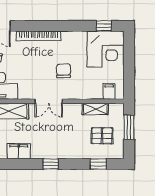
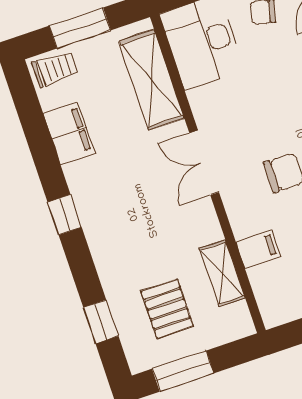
filing cabinet: (109, 91) -> (258, 249), moved
window: (129, 127) -> (183, 371), moved

